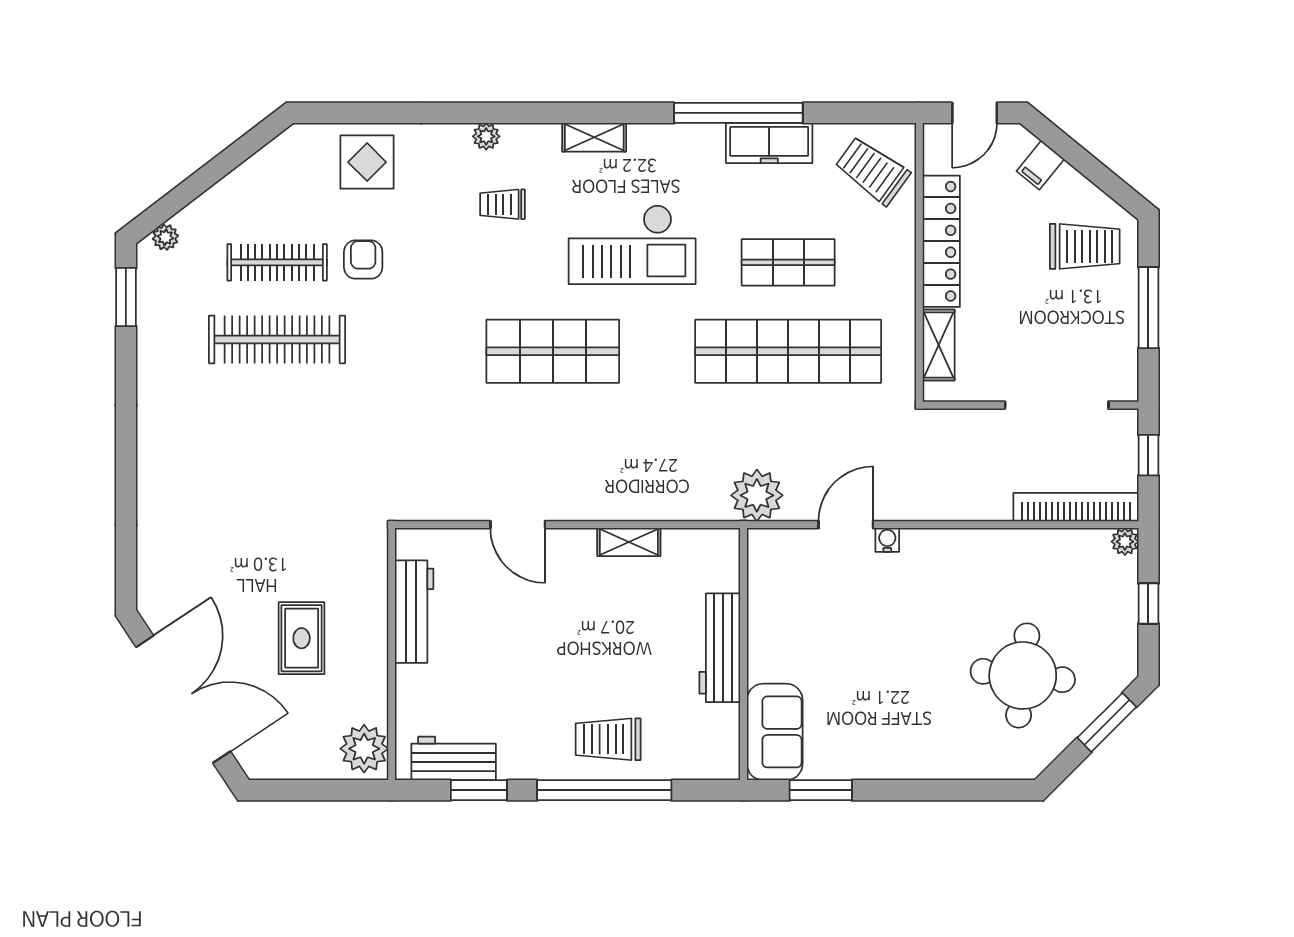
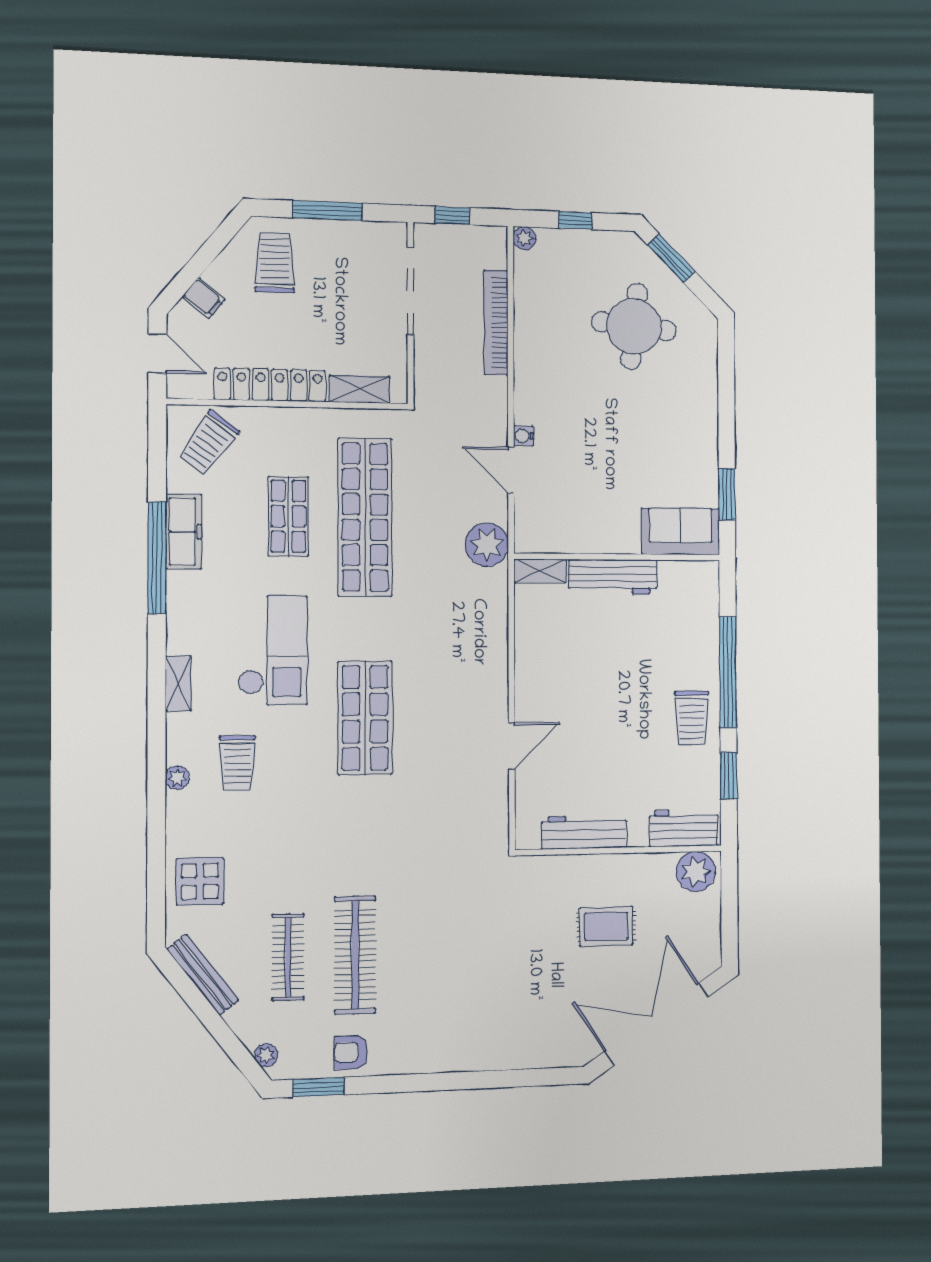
bench: (260, 166) -> (203, 975), added
trolley: (502, 204) -> (237, 763), width x1.36, depth x1.39
armchair: (363, 260) -> (351, 1052), moved
bookcase: (1076, 507) -> (496, 323), moved
shelving: (629, 542) -> (540, 571), moved, turned 90
trolley: (608, 739) -> (692, 718), moved
workbench: (454, 758) -> (684, 828), moved, turned 90

